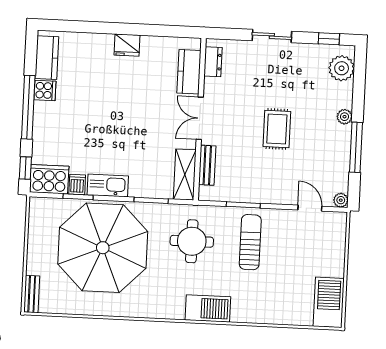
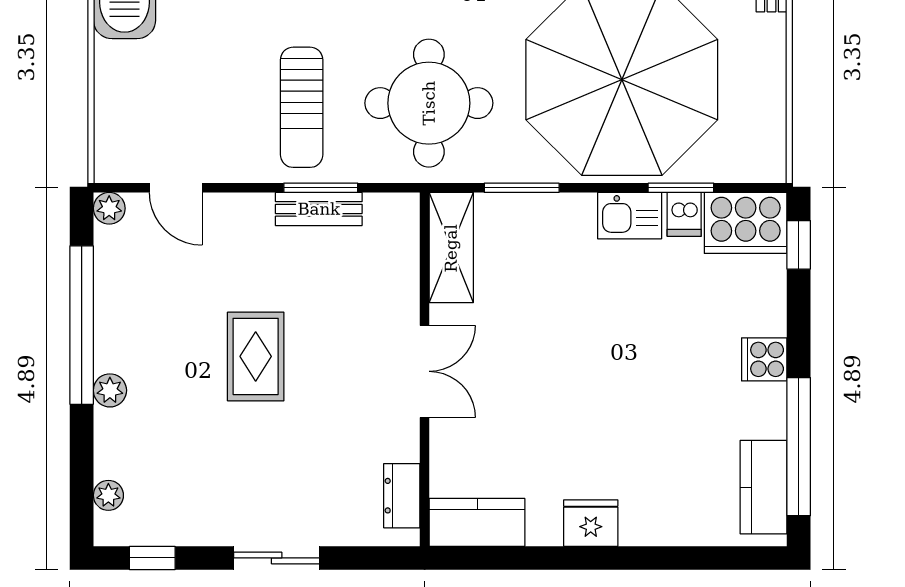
plant: (342, 68) -> (108, 495), width x0.53, depth x0.53
kitchen counter: (189, 72) -> (477, 522), moved, turned -90
cooker: (45, 90) -> (764, 359), moved
window: (28, 107) -> (799, 447), moved
window: (356, 147) -> (82, 325), width x1.46
bench: (207, 165) -> (319, 209), moved, turned 90
kitchen sink: (108, 185) -> (630, 216), width x0.73
round table: (192, 241) -> (429, 103), width x1.36, depth x1.36

